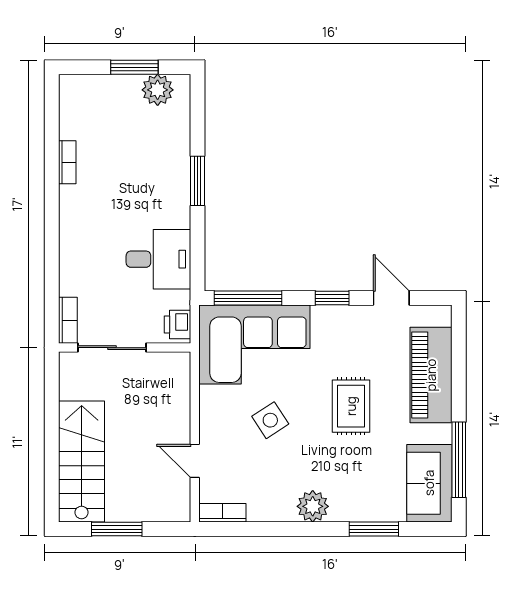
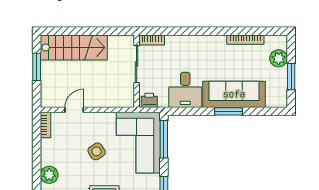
plant: (158, 90) -> (279, 58), moved
bookcase: (67, 162) -> (245, 40), width x1.56
sofa: (167, 171) -> (234, 94), added

